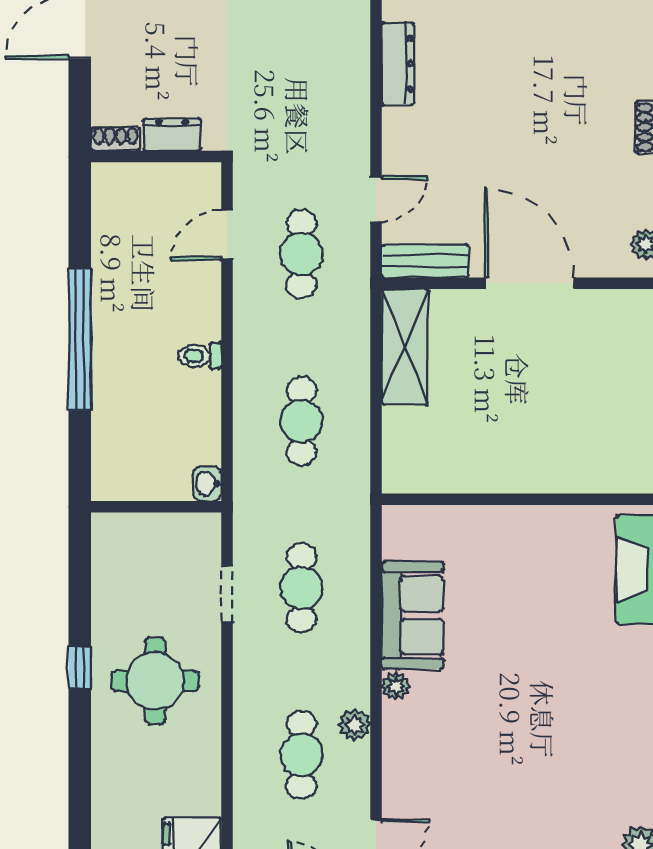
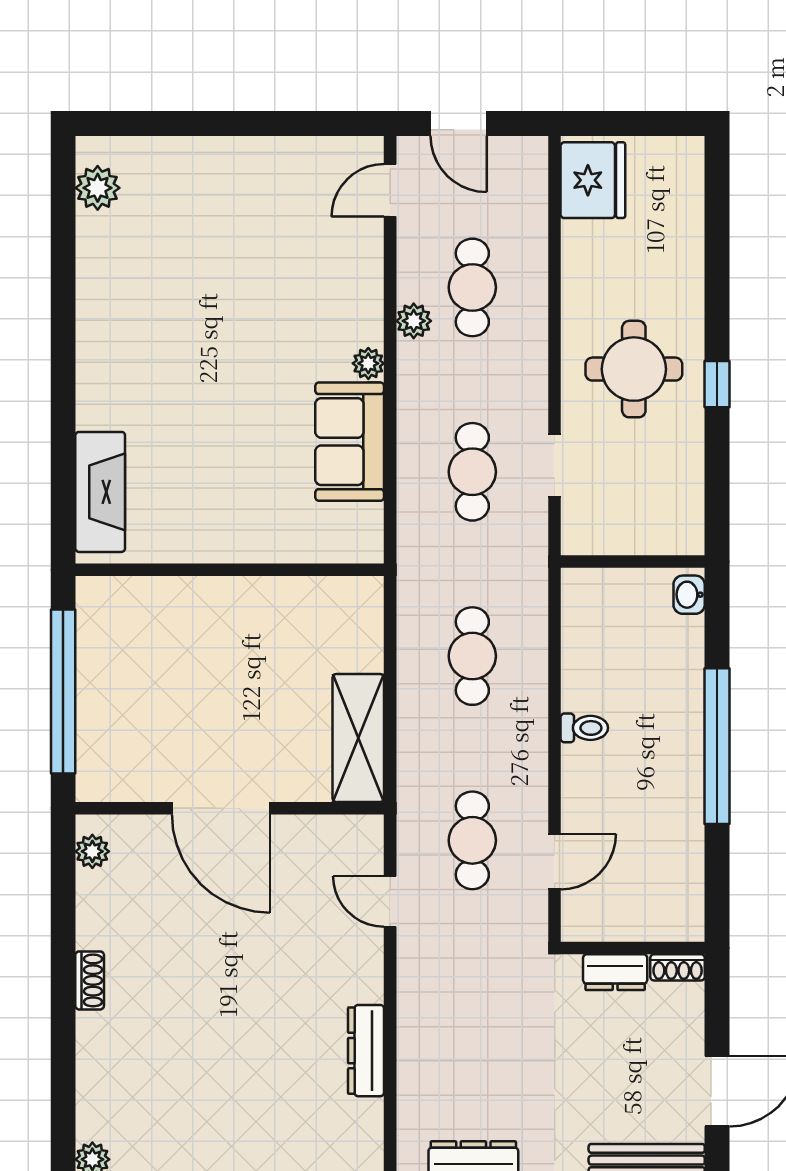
door: (376, 199) -> (390, 901), hinge flipped
bench: (425, 261) -> (336, 833), removed
washbasin: (207, 484) -> (689, 595), moved, turned 180

